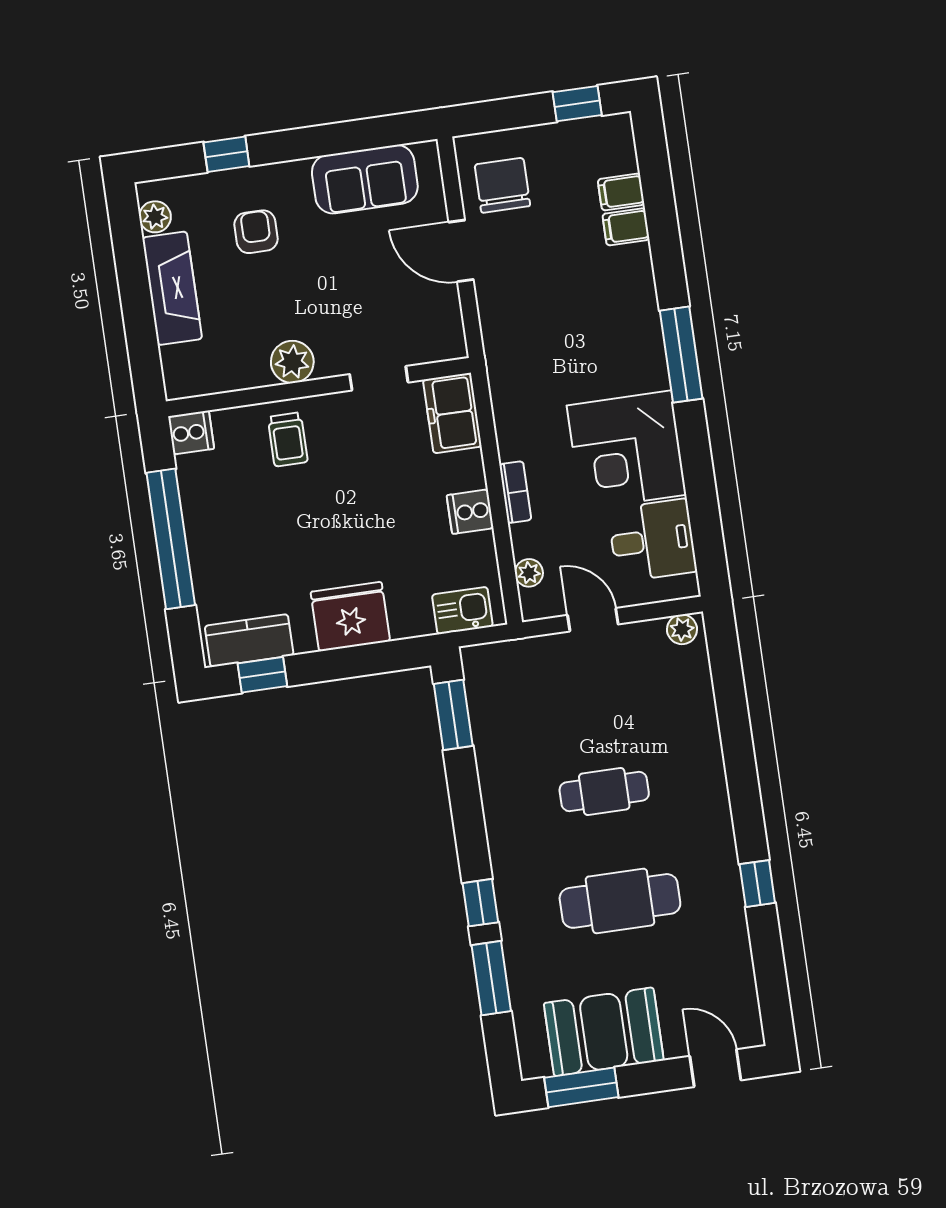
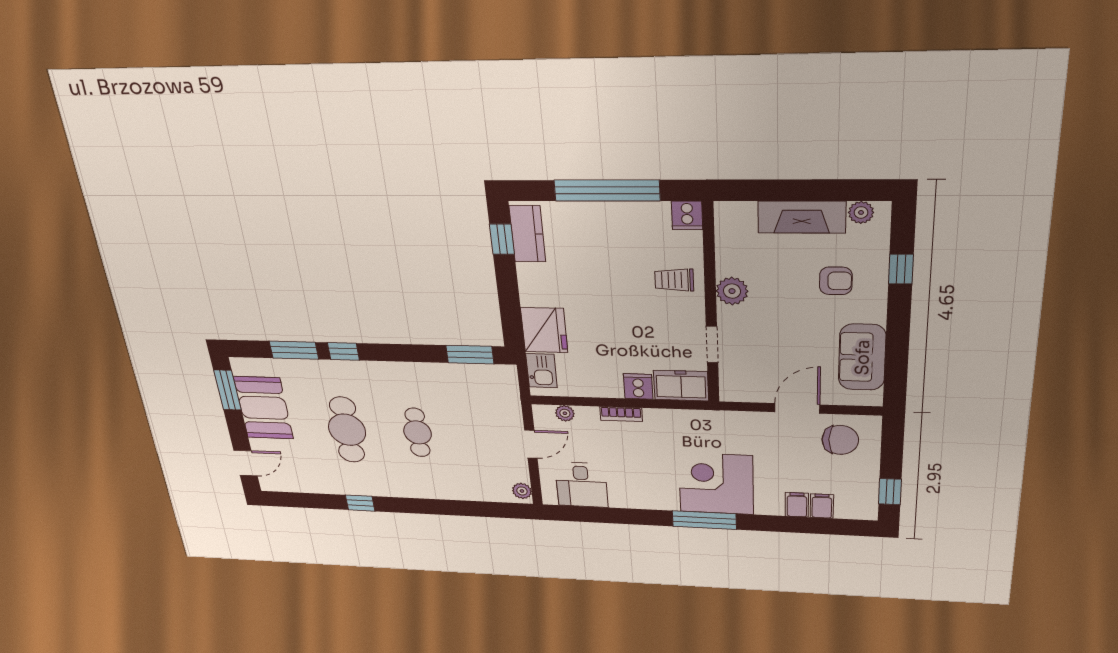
corner desk: (626, 450) -> (716, 484), moved
cooker: (470, 512) -> (638, 386), moved
fridge: (350, 617) -> (544, 330), moved

